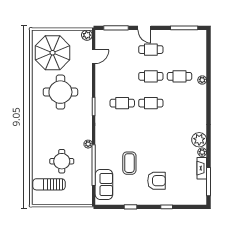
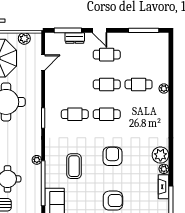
plant: (87, 35) -> (24, 38), moved
dresser: (122, 35) -> (75, 38), added
armchair: (156, 141) -> (112, 156), added
coffee table: (129, 163) -> (74, 166), moved

